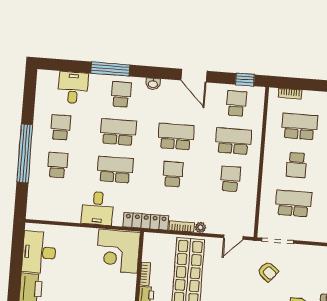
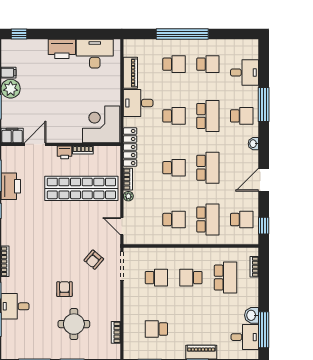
school desk: (115, 170) -> (174, 116), width x0.54
school desk: (293, 203) -> (156, 278), width x0.54
piano: (63, 214) -> (130, 73), added

